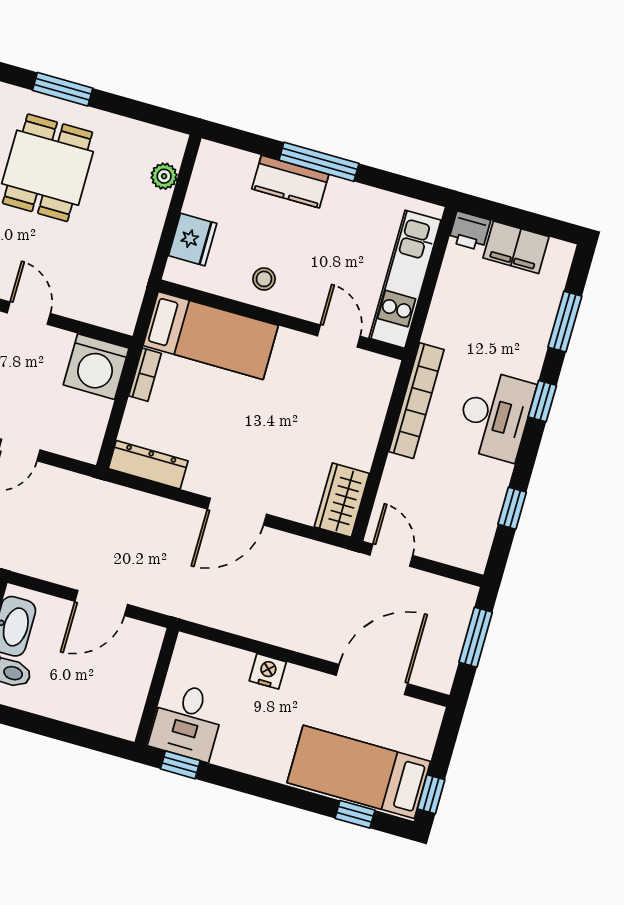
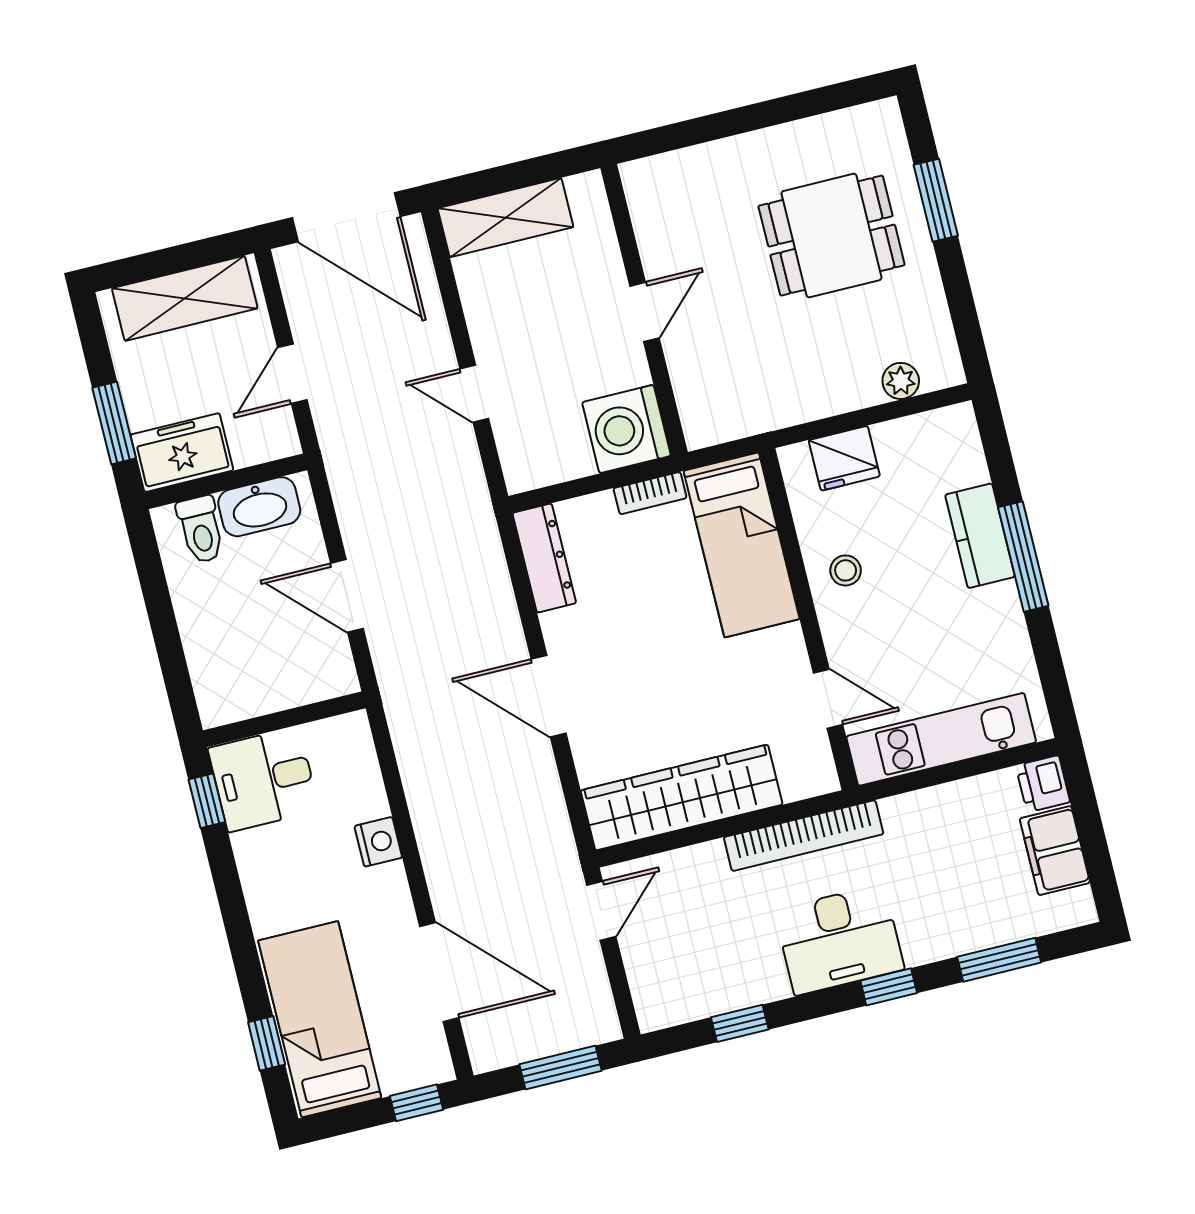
door: (339, 336) -> (828, 699), hinge flipped
wardrobe: (342, 500) -> (682, 798), width x2.10, depth x1.17
window: (431, 794) -> (416, 1103), moved

